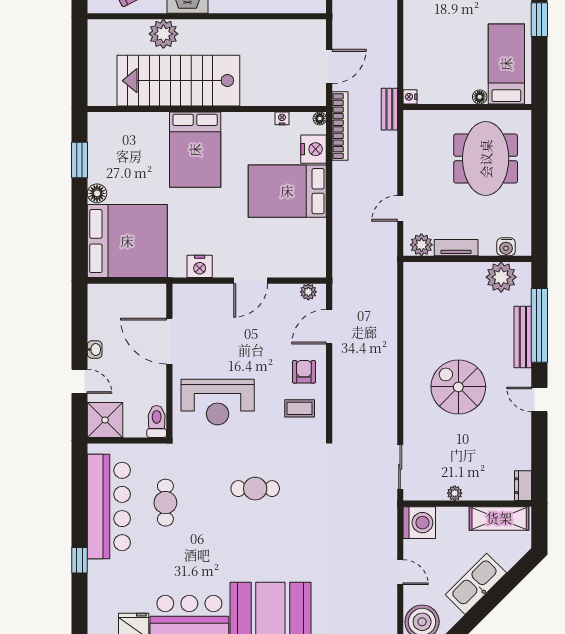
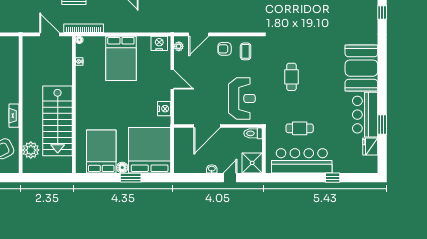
plant: (163, 34) -> (31, 150), moved
nightstand: (314, 149) -> (159, 43), moved
bed: (195, 150) -> (101, 151), moved, turned -90
window: (80, 160) -> (131, 178), moved
door: (329, 327) -> (199, 34), hinge flipped

